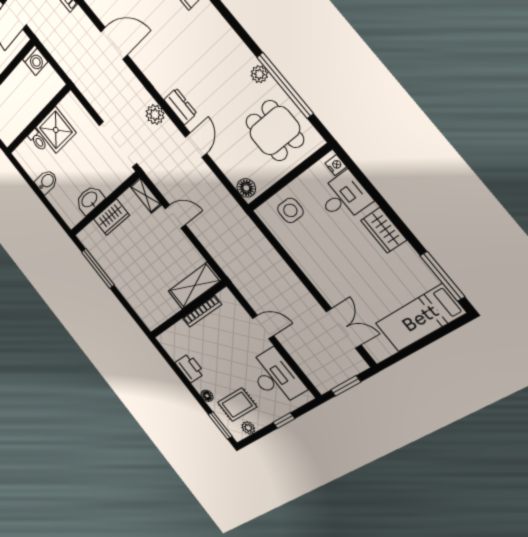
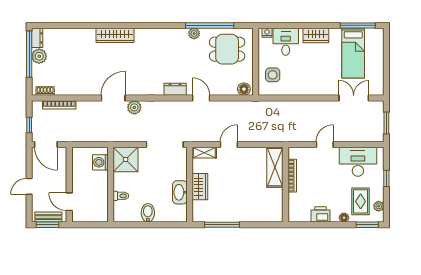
washing machine: (35, 60) -> (100, 162), moved, turned 180
plant: (155, 115) -> (134, 107), moved
shower: (56, 130) -> (126, 159), moved
bed: (420, 318) -> (353, 53), moved

